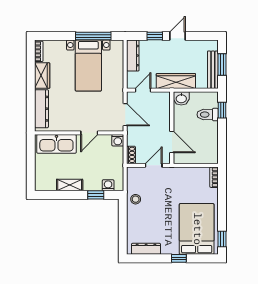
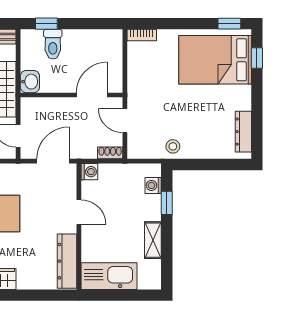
dresser: (42, 109) -> (67, 261), moved, turned -90
kitchen sink: (56, 144) -> (109, 276), moved, turned -90
window: (179, 258) -> (257, 58), moved

